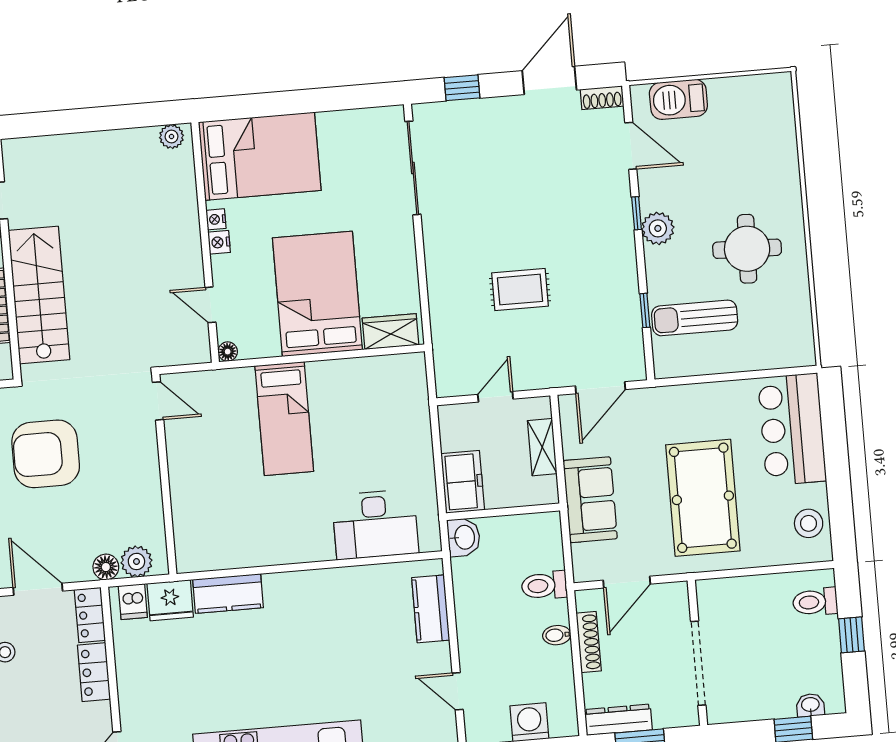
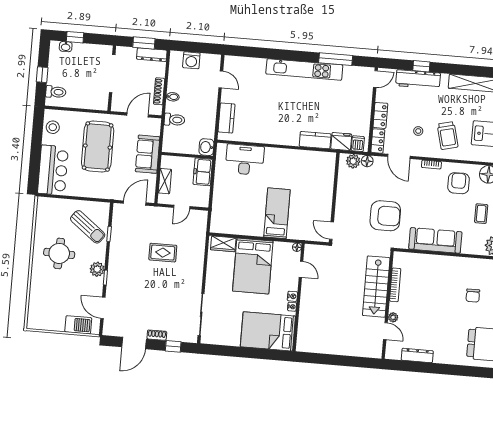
shoe rack: (602, 98) -> (157, 335), moved
plant: (172, 137) -> (306, 347), removed
sun lounger: (695, 318) -> (88, 227), turned 38

